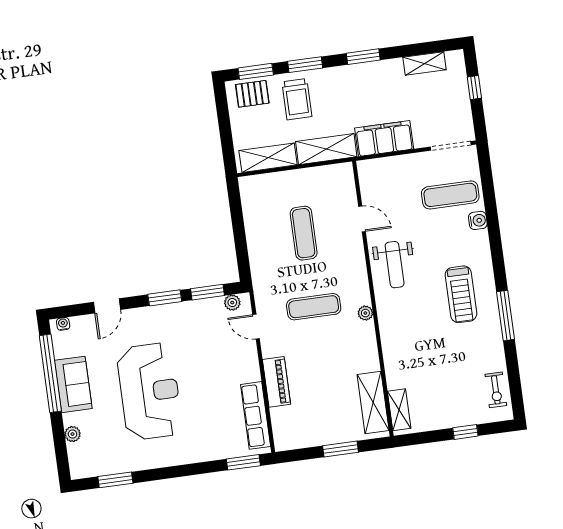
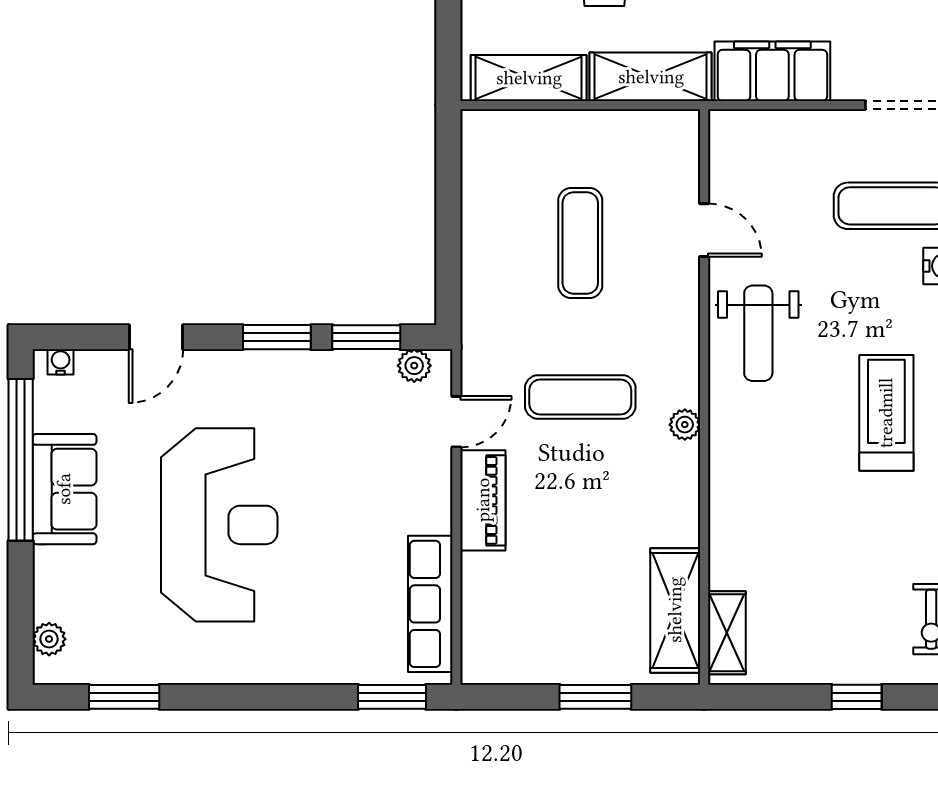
treadmill: (461, 294) -> (886, 413), turned 180
door: (256, 327) -> (456, 422), swing flipped
piano: (277, 382) -> (483, 500), moved
plant: (73, 434) -> (49, 639), moved

